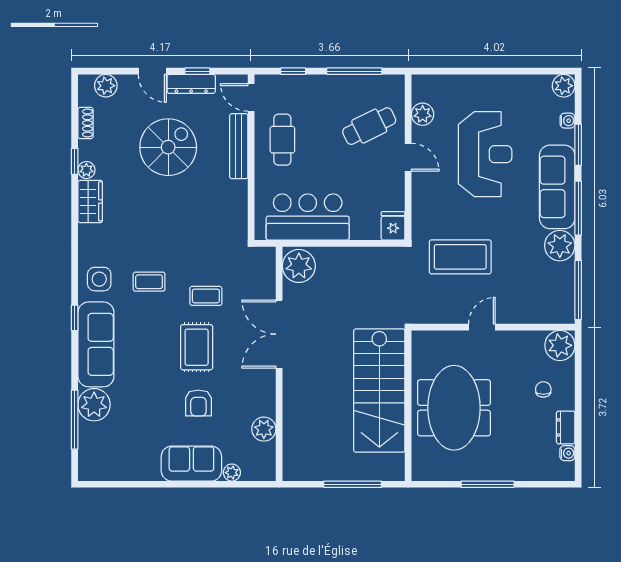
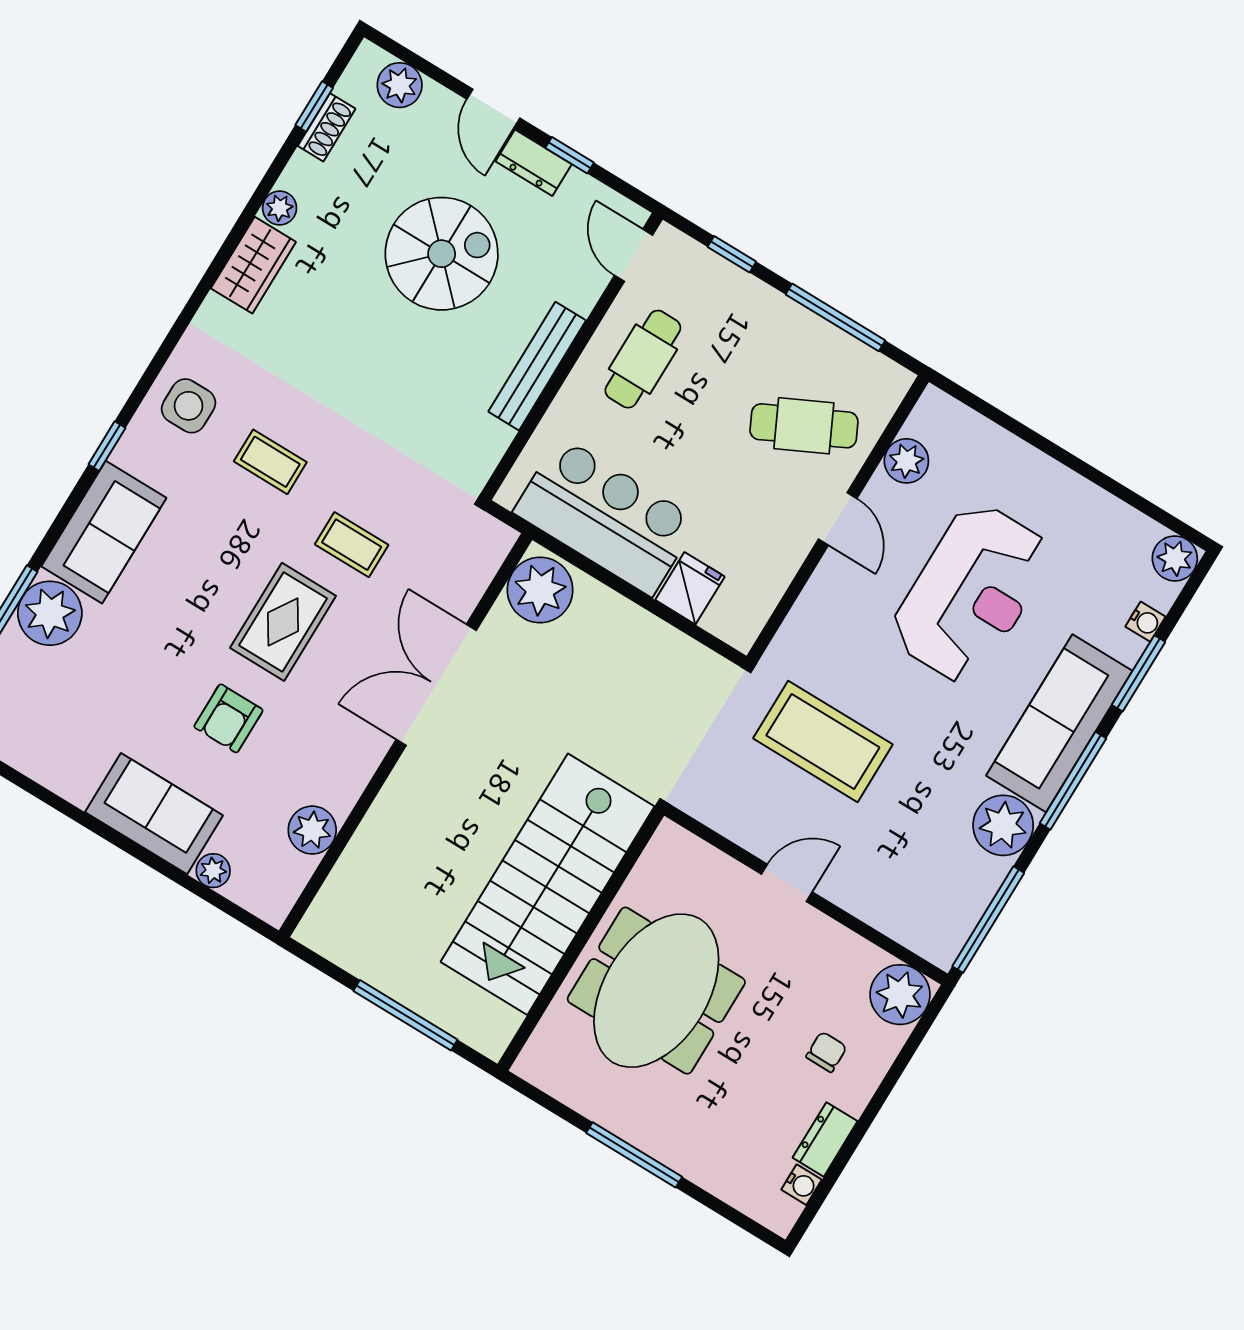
dresser: (191, 84) -> (534, 163), width x0.70
bench: (239, 146) -> (537, 366), moved
window: (75, 161) -> (314, 107), moved
fridge: (393, 226) -> (690, 588), moved
sofa: (96, 344) -> (104, 532), width x0.73

